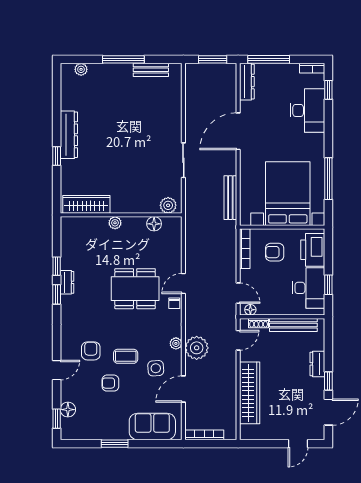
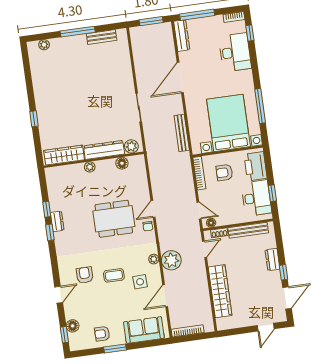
dresser: (69, 135) -> (104, 150), moved, turned -90
armchair: (110, 383) -> (102, 334), moved

